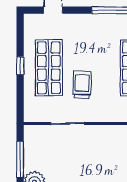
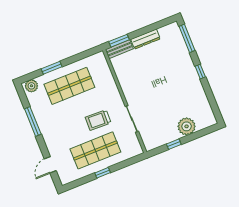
window: (20, 160) -> (174, 144), width x0.46

